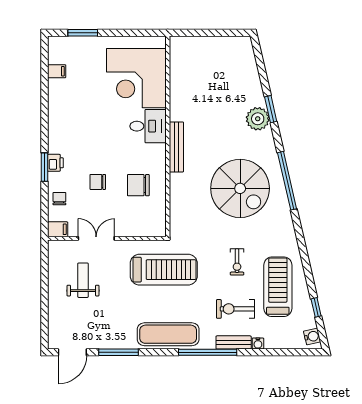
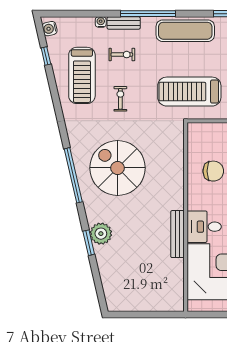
bench: (176, 147) -> (177, 234), moved
exercise bike: (235, 309) -> (122, 55), width x0.73, depth x0.72

